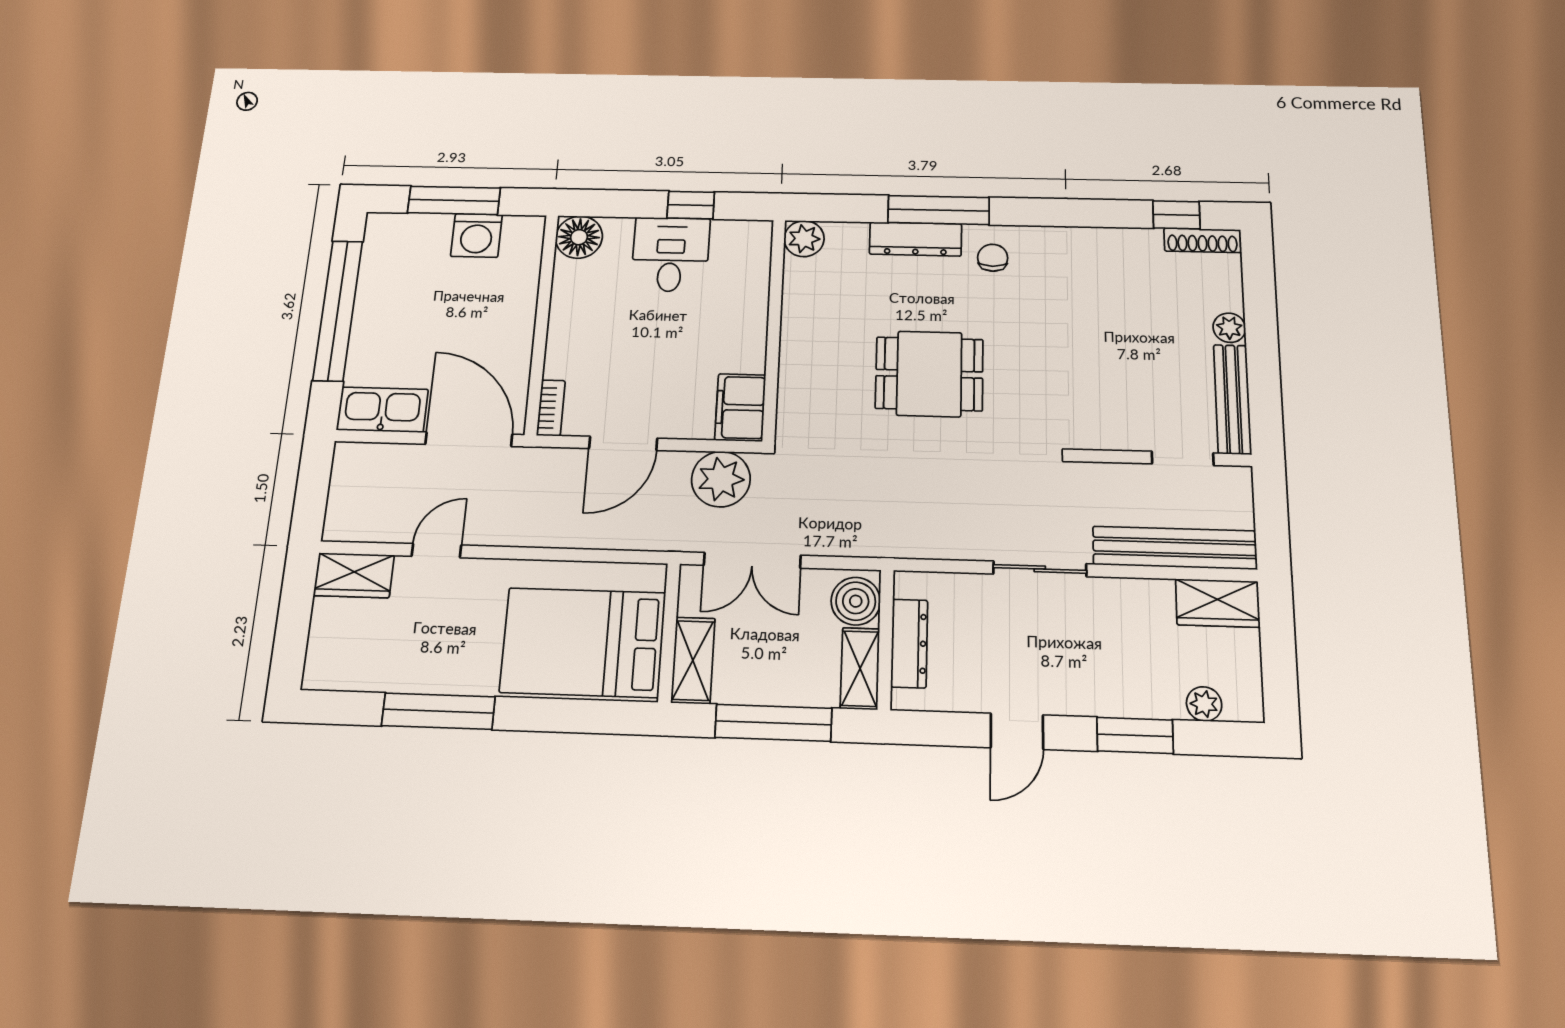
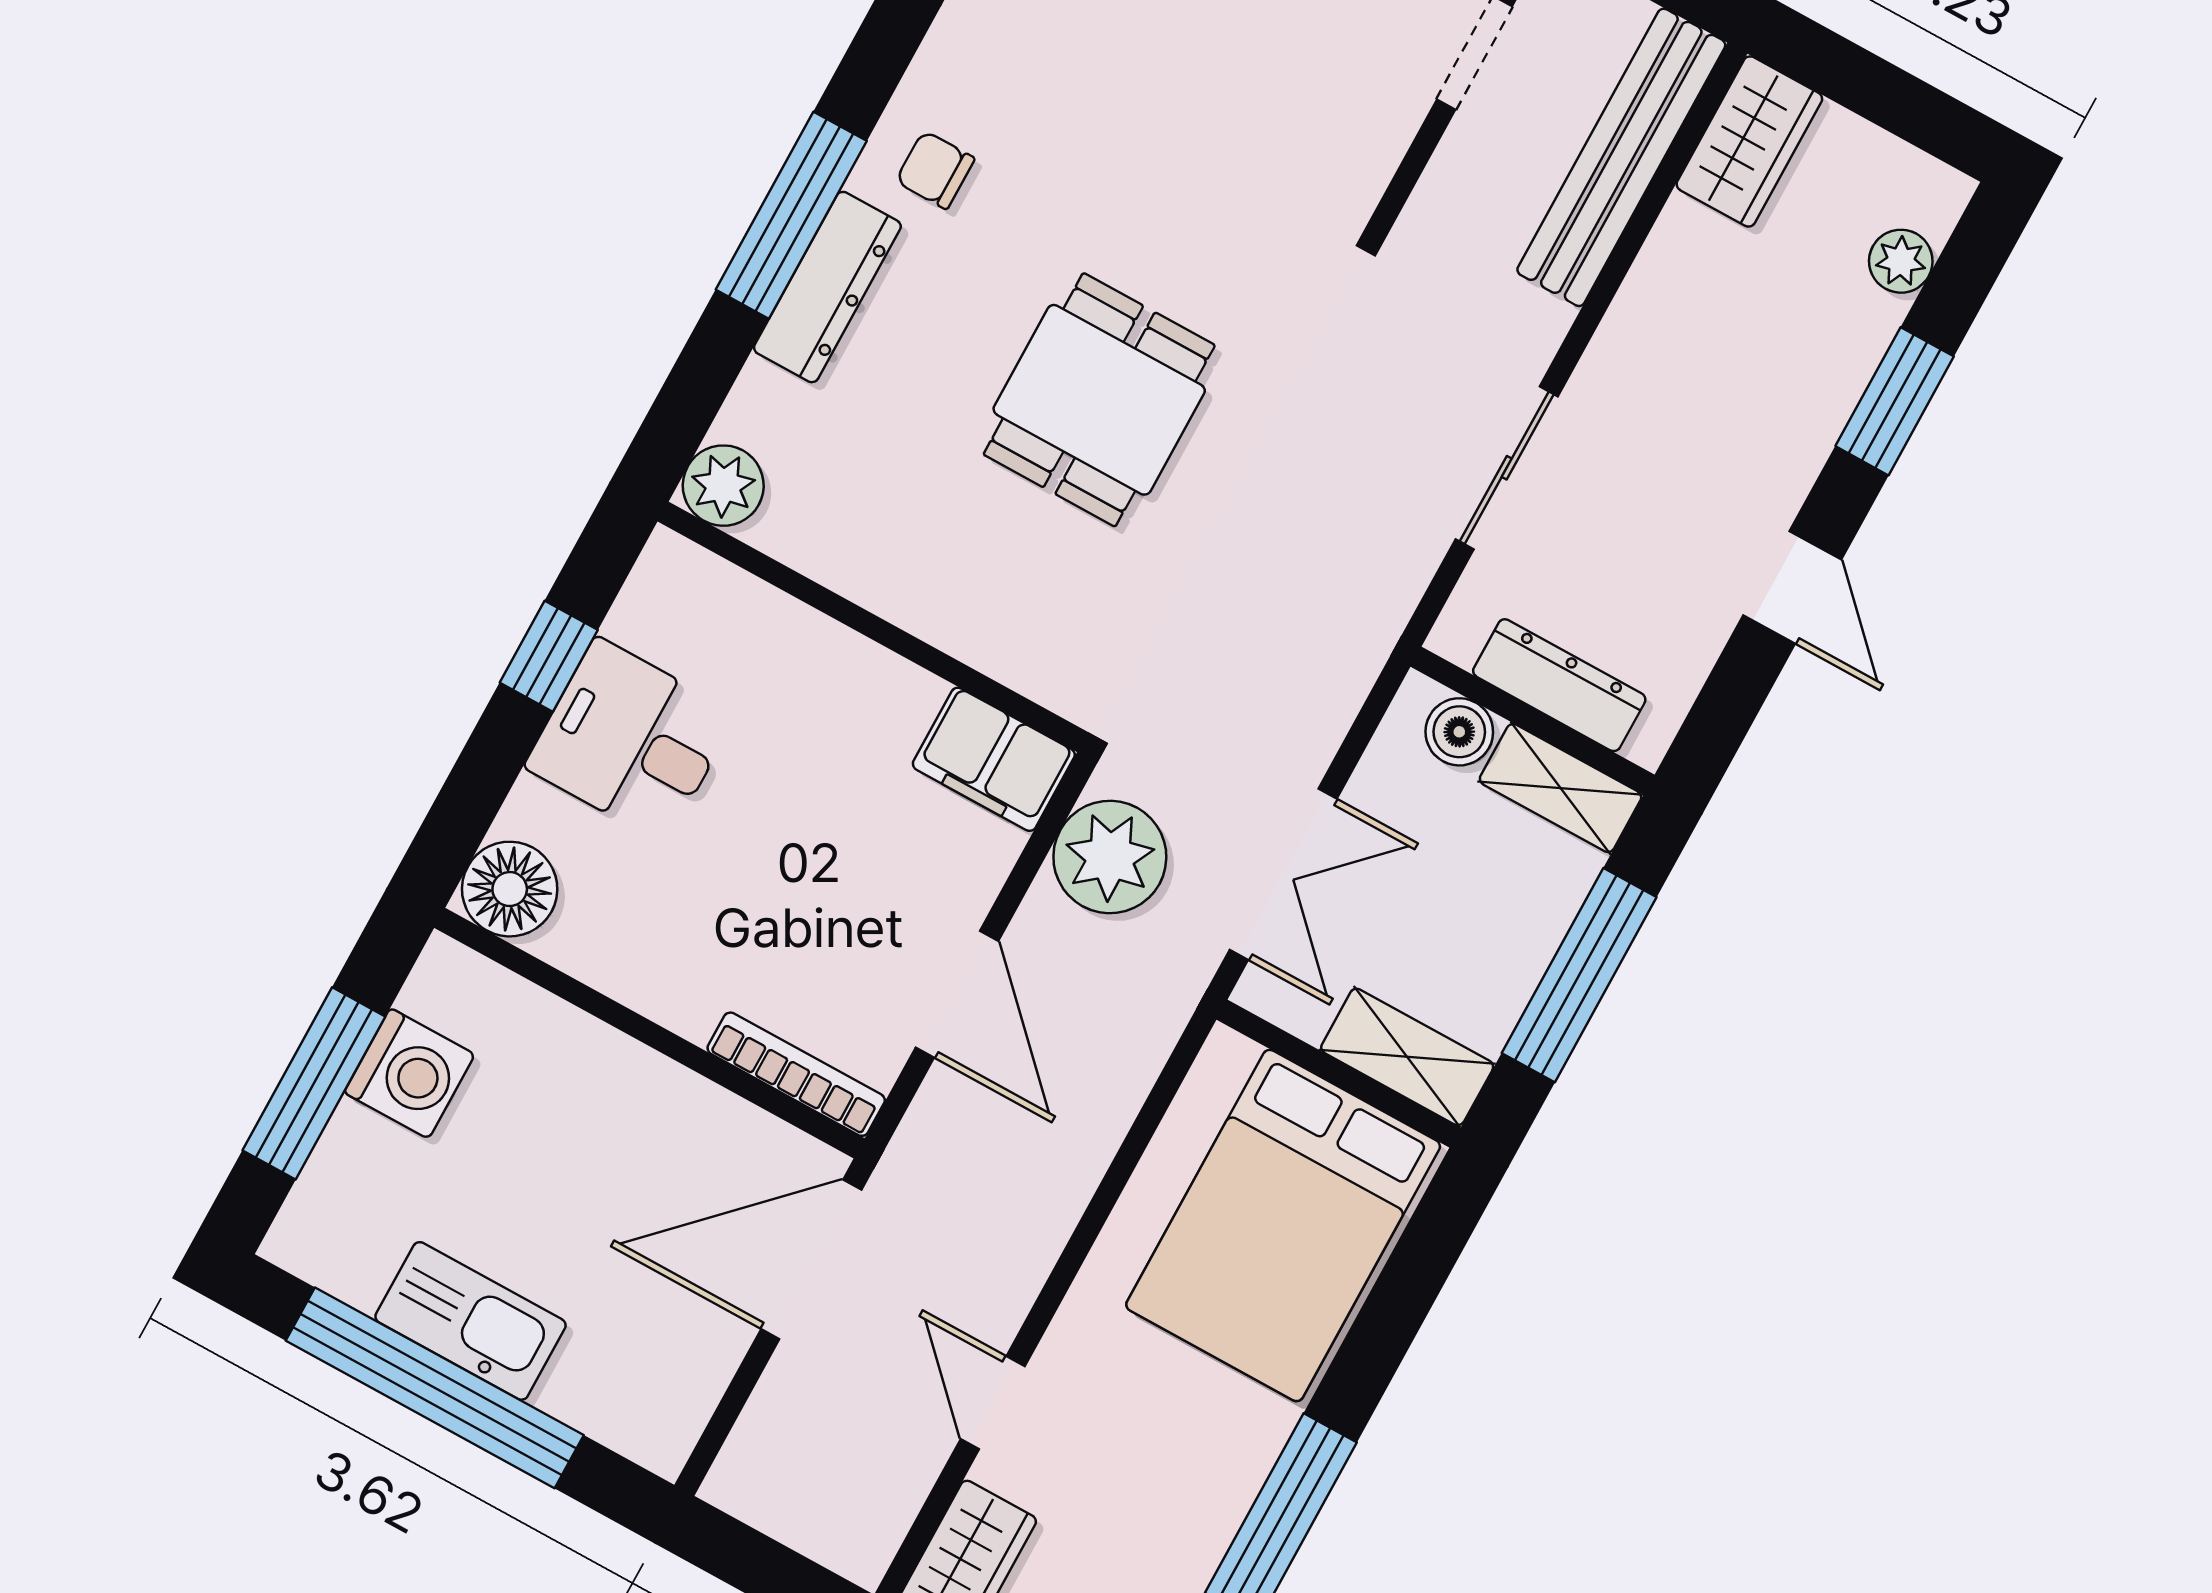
bookcase: (551, 408) -> (796, 1074), width x1.56
kitchen sink: (382, 410) -> (471, 1321), moved, turned 90
sliding door: (1040, 569) -> (1507, 468), moved
boiler: (856, 601) -> (1459, 732), width x0.73, depth x0.73

